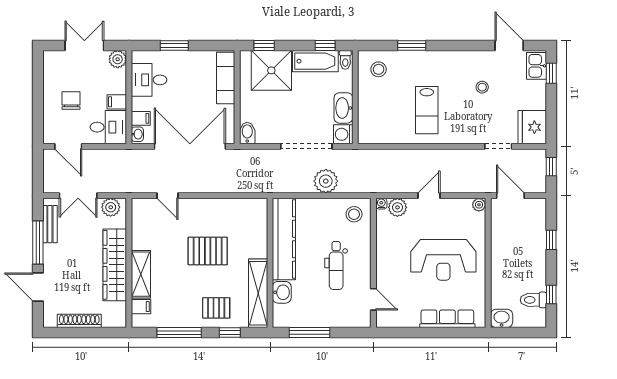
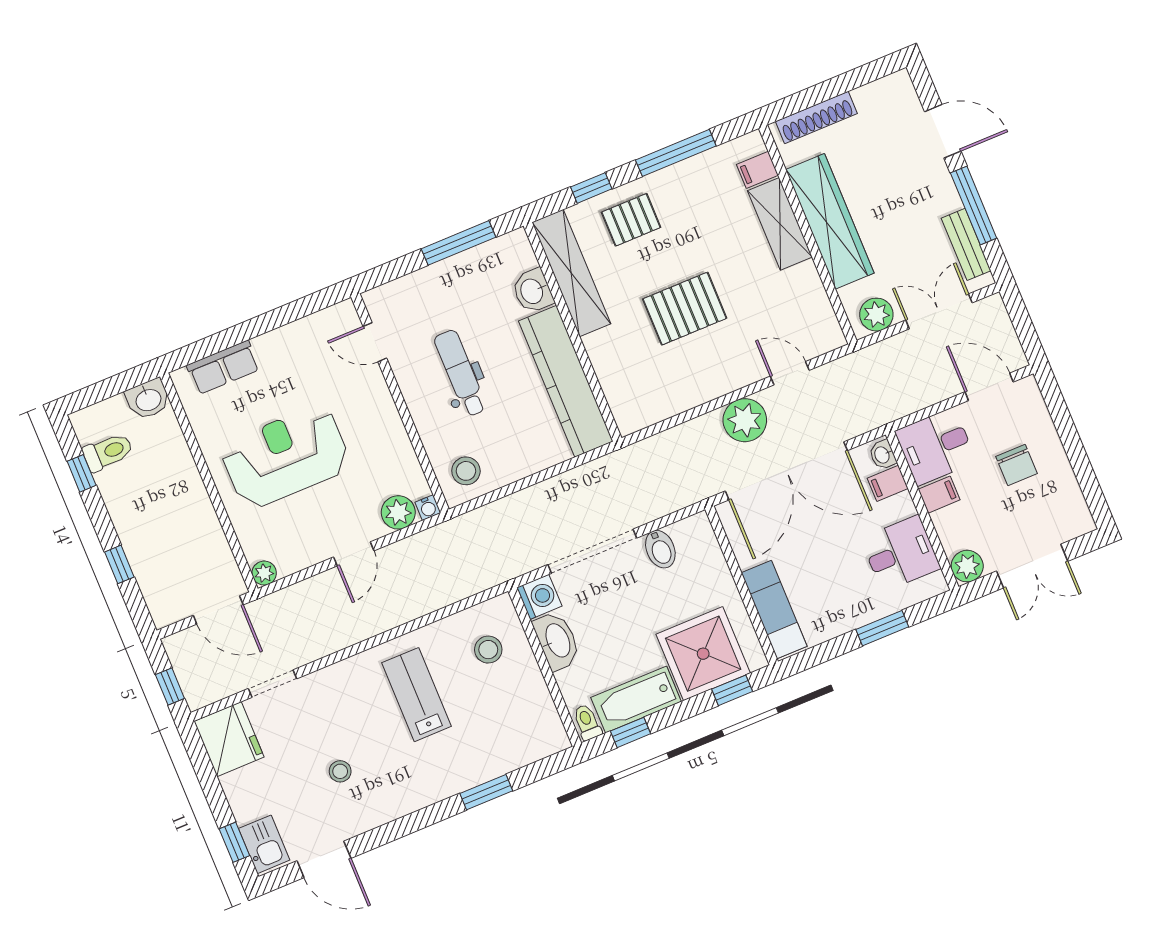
stool: (379, 69) -> (488, 650), moved
bidet: (247, 133) -> (660, 549), moved
plant: (326, 181) -> (745, 420), moved
row of seats: (447, 319) -> (223, 367), width x0.68
shoe rack: (79, 321) -> (816, 117), moved

